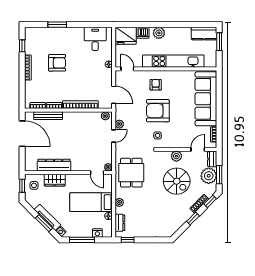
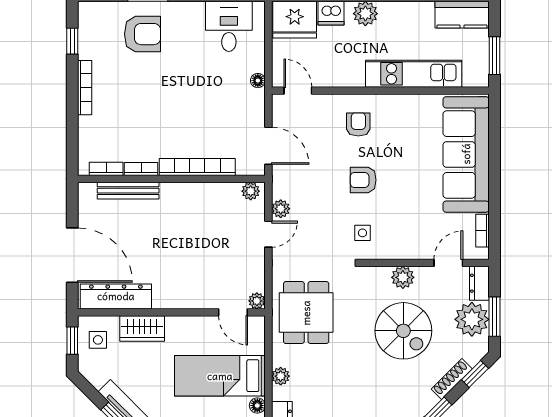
window: (219, 42) -> (494, 56), moved
kitchen unit: (173, 61) -> (414, 74), width x0.73
armchair: (57, 63) -> (142, 34), moved
armchair: (158, 111) -> (363, 180), width x0.53, depth x0.53
door: (22, 134) -> (72, 255), moved
dresser: (54, 165) -> (116, 296), moved

